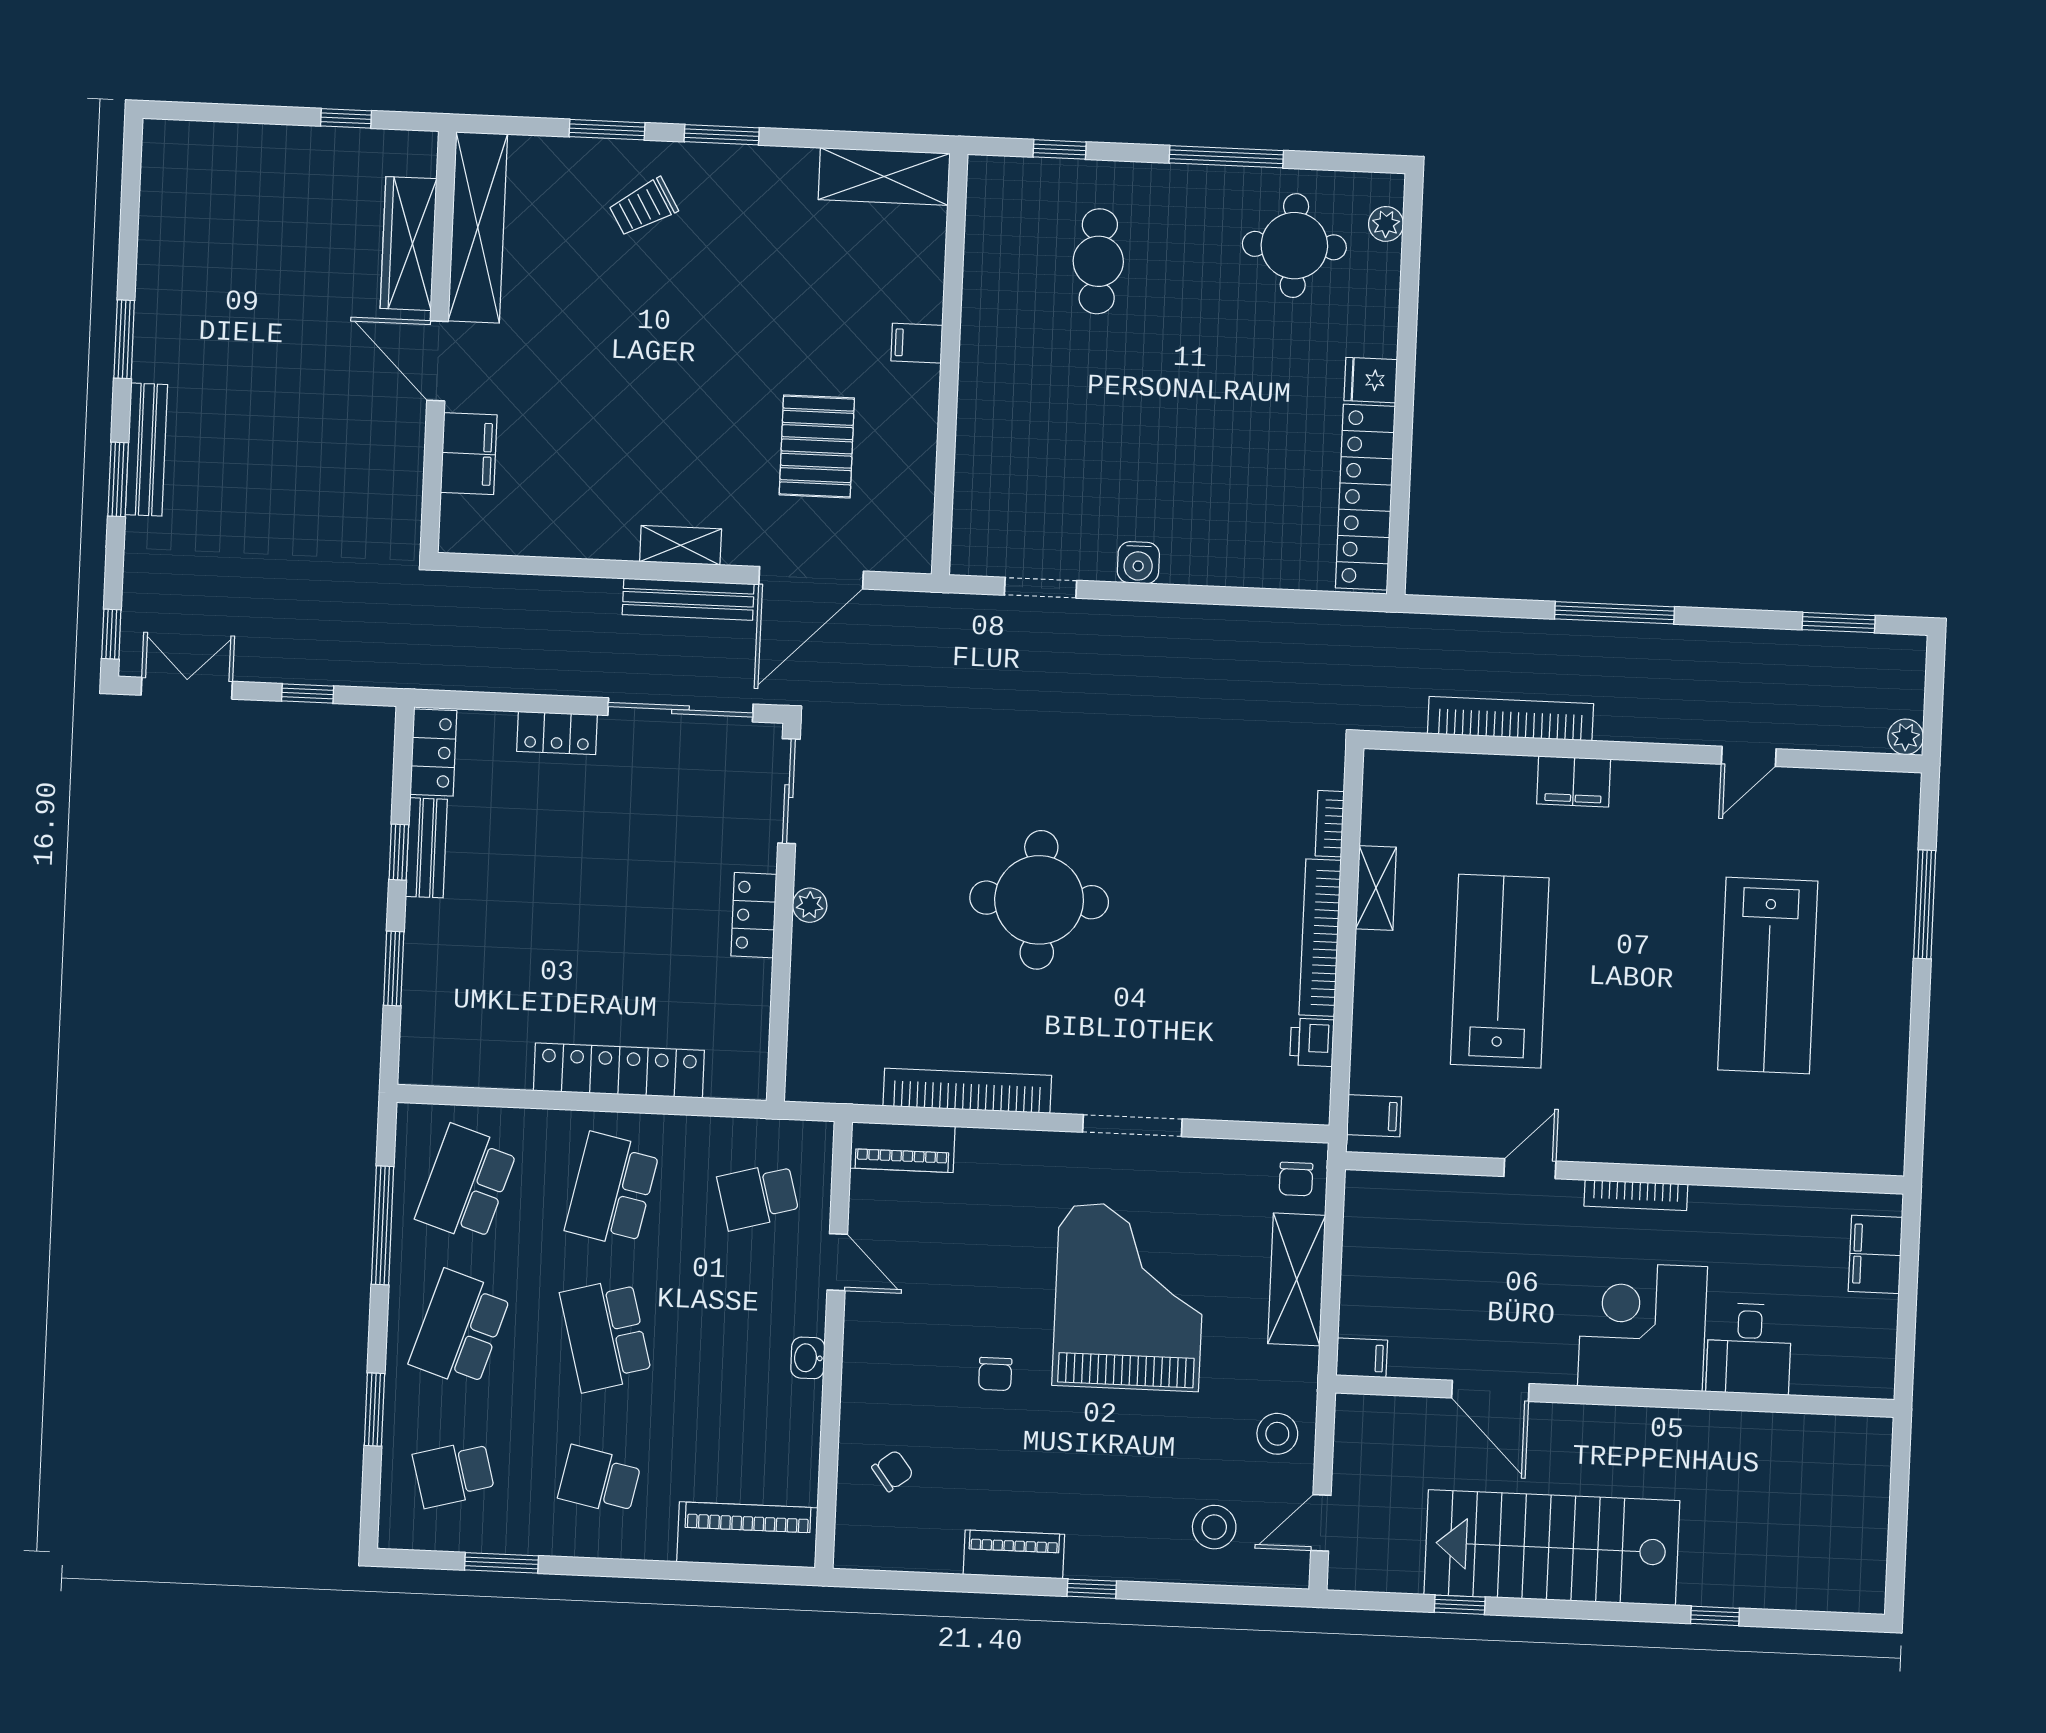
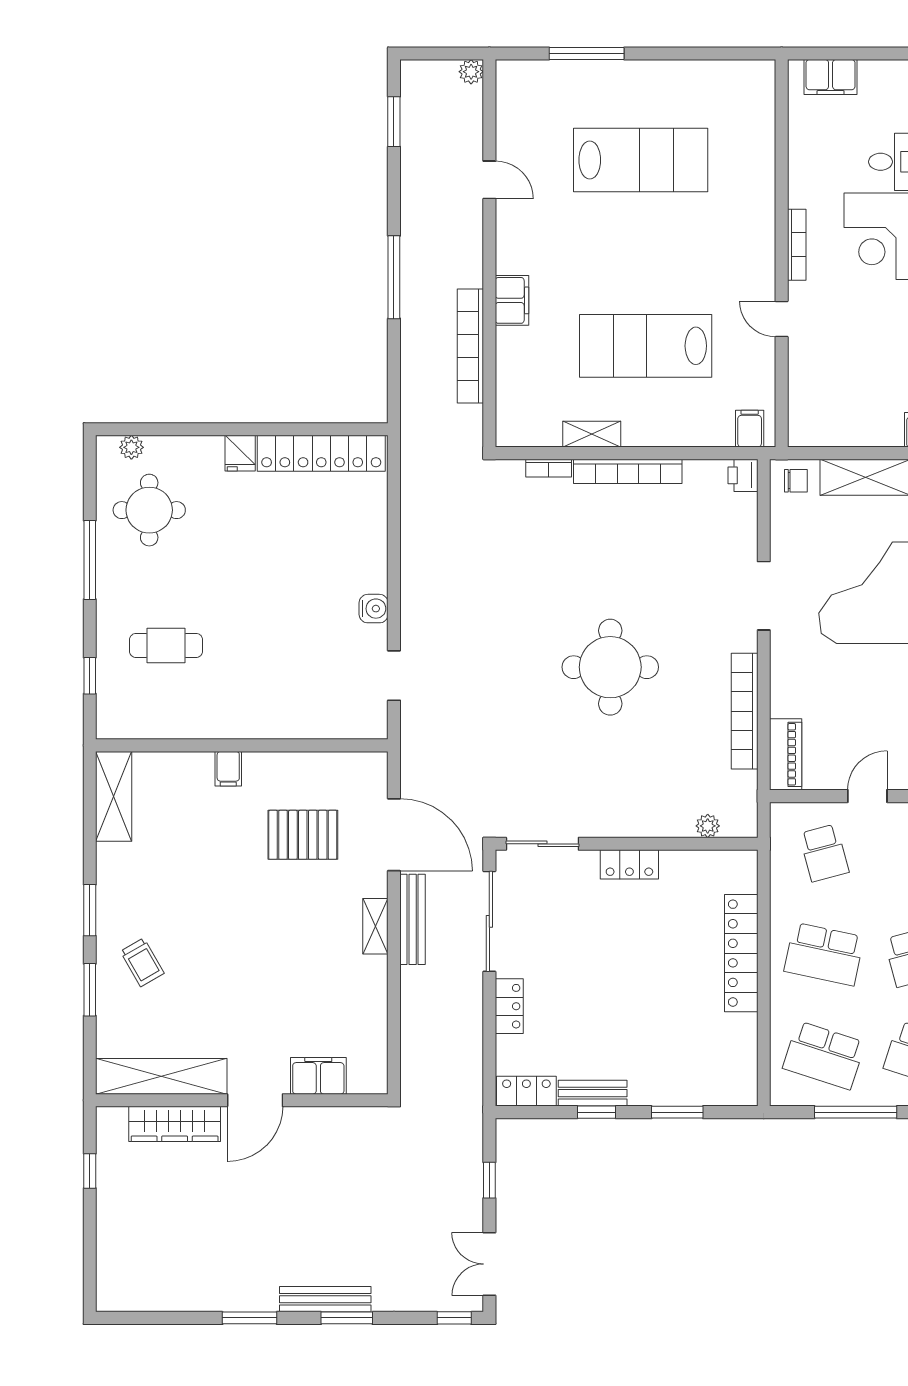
plant: (810, 905) -> (708, 826), moved
printer: (1312, 1042) -> (743, 475), moved, turned 90

